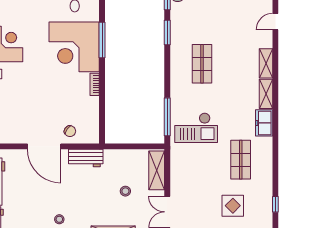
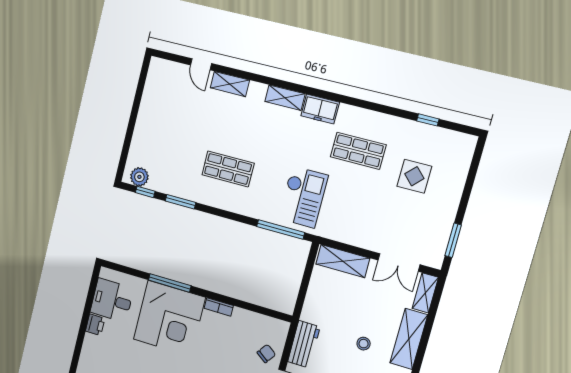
shelving: (266, 63) -> (230, 84), moved
stool: (125, 191) -> (364, 344), moved

